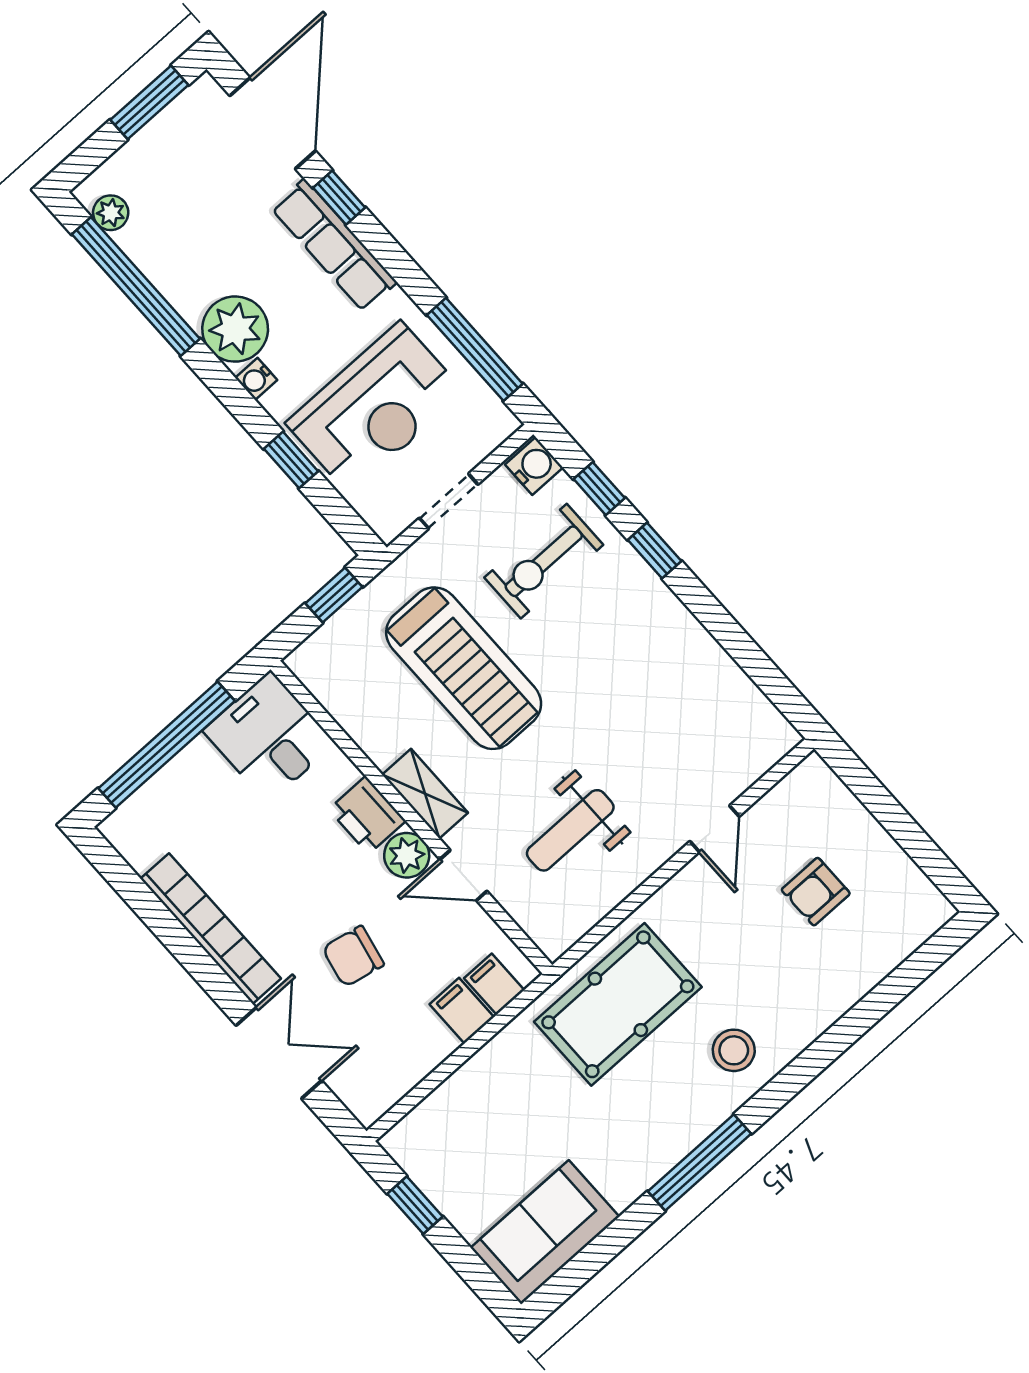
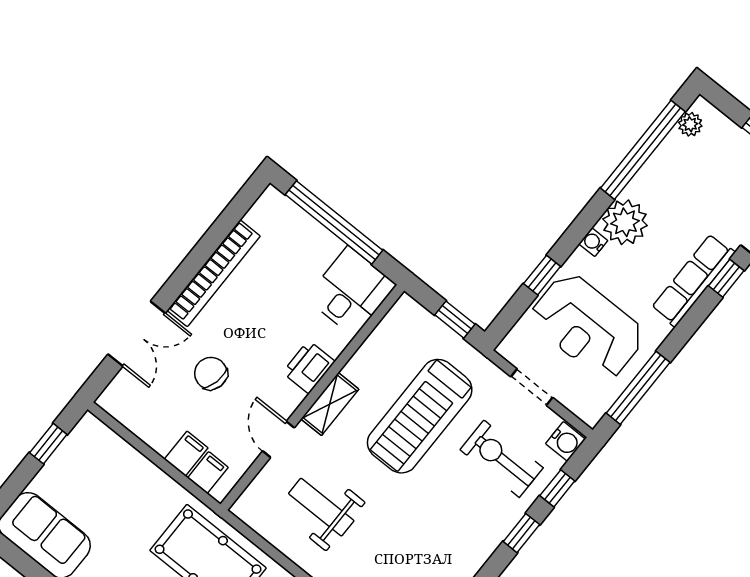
plant: (407, 855) -> (286, 398), removed

